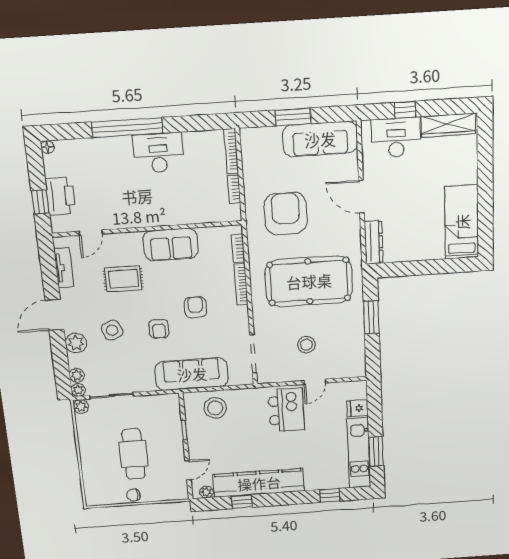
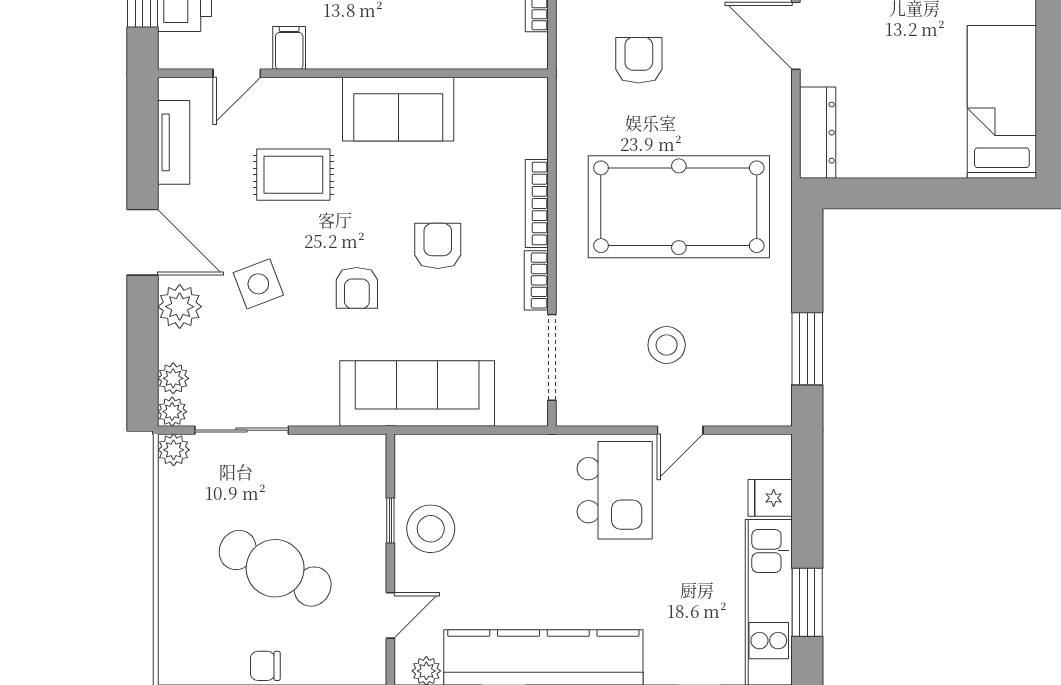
armchair: (286, 214) -> (639, 60), width x0.53, depth x0.53
filing cabinet: (115, 219) -> (289, 48), added
bookcase: (238, 248) -> (536, 280), moved
door: (55, 315) -> (143, 242), swing flipped
window: (371, 317) -> (807, 349), moved
stool: (215, 408) -> (431, 529), moved
cafe table: (134, 454) -> (275, 568), turned -64

